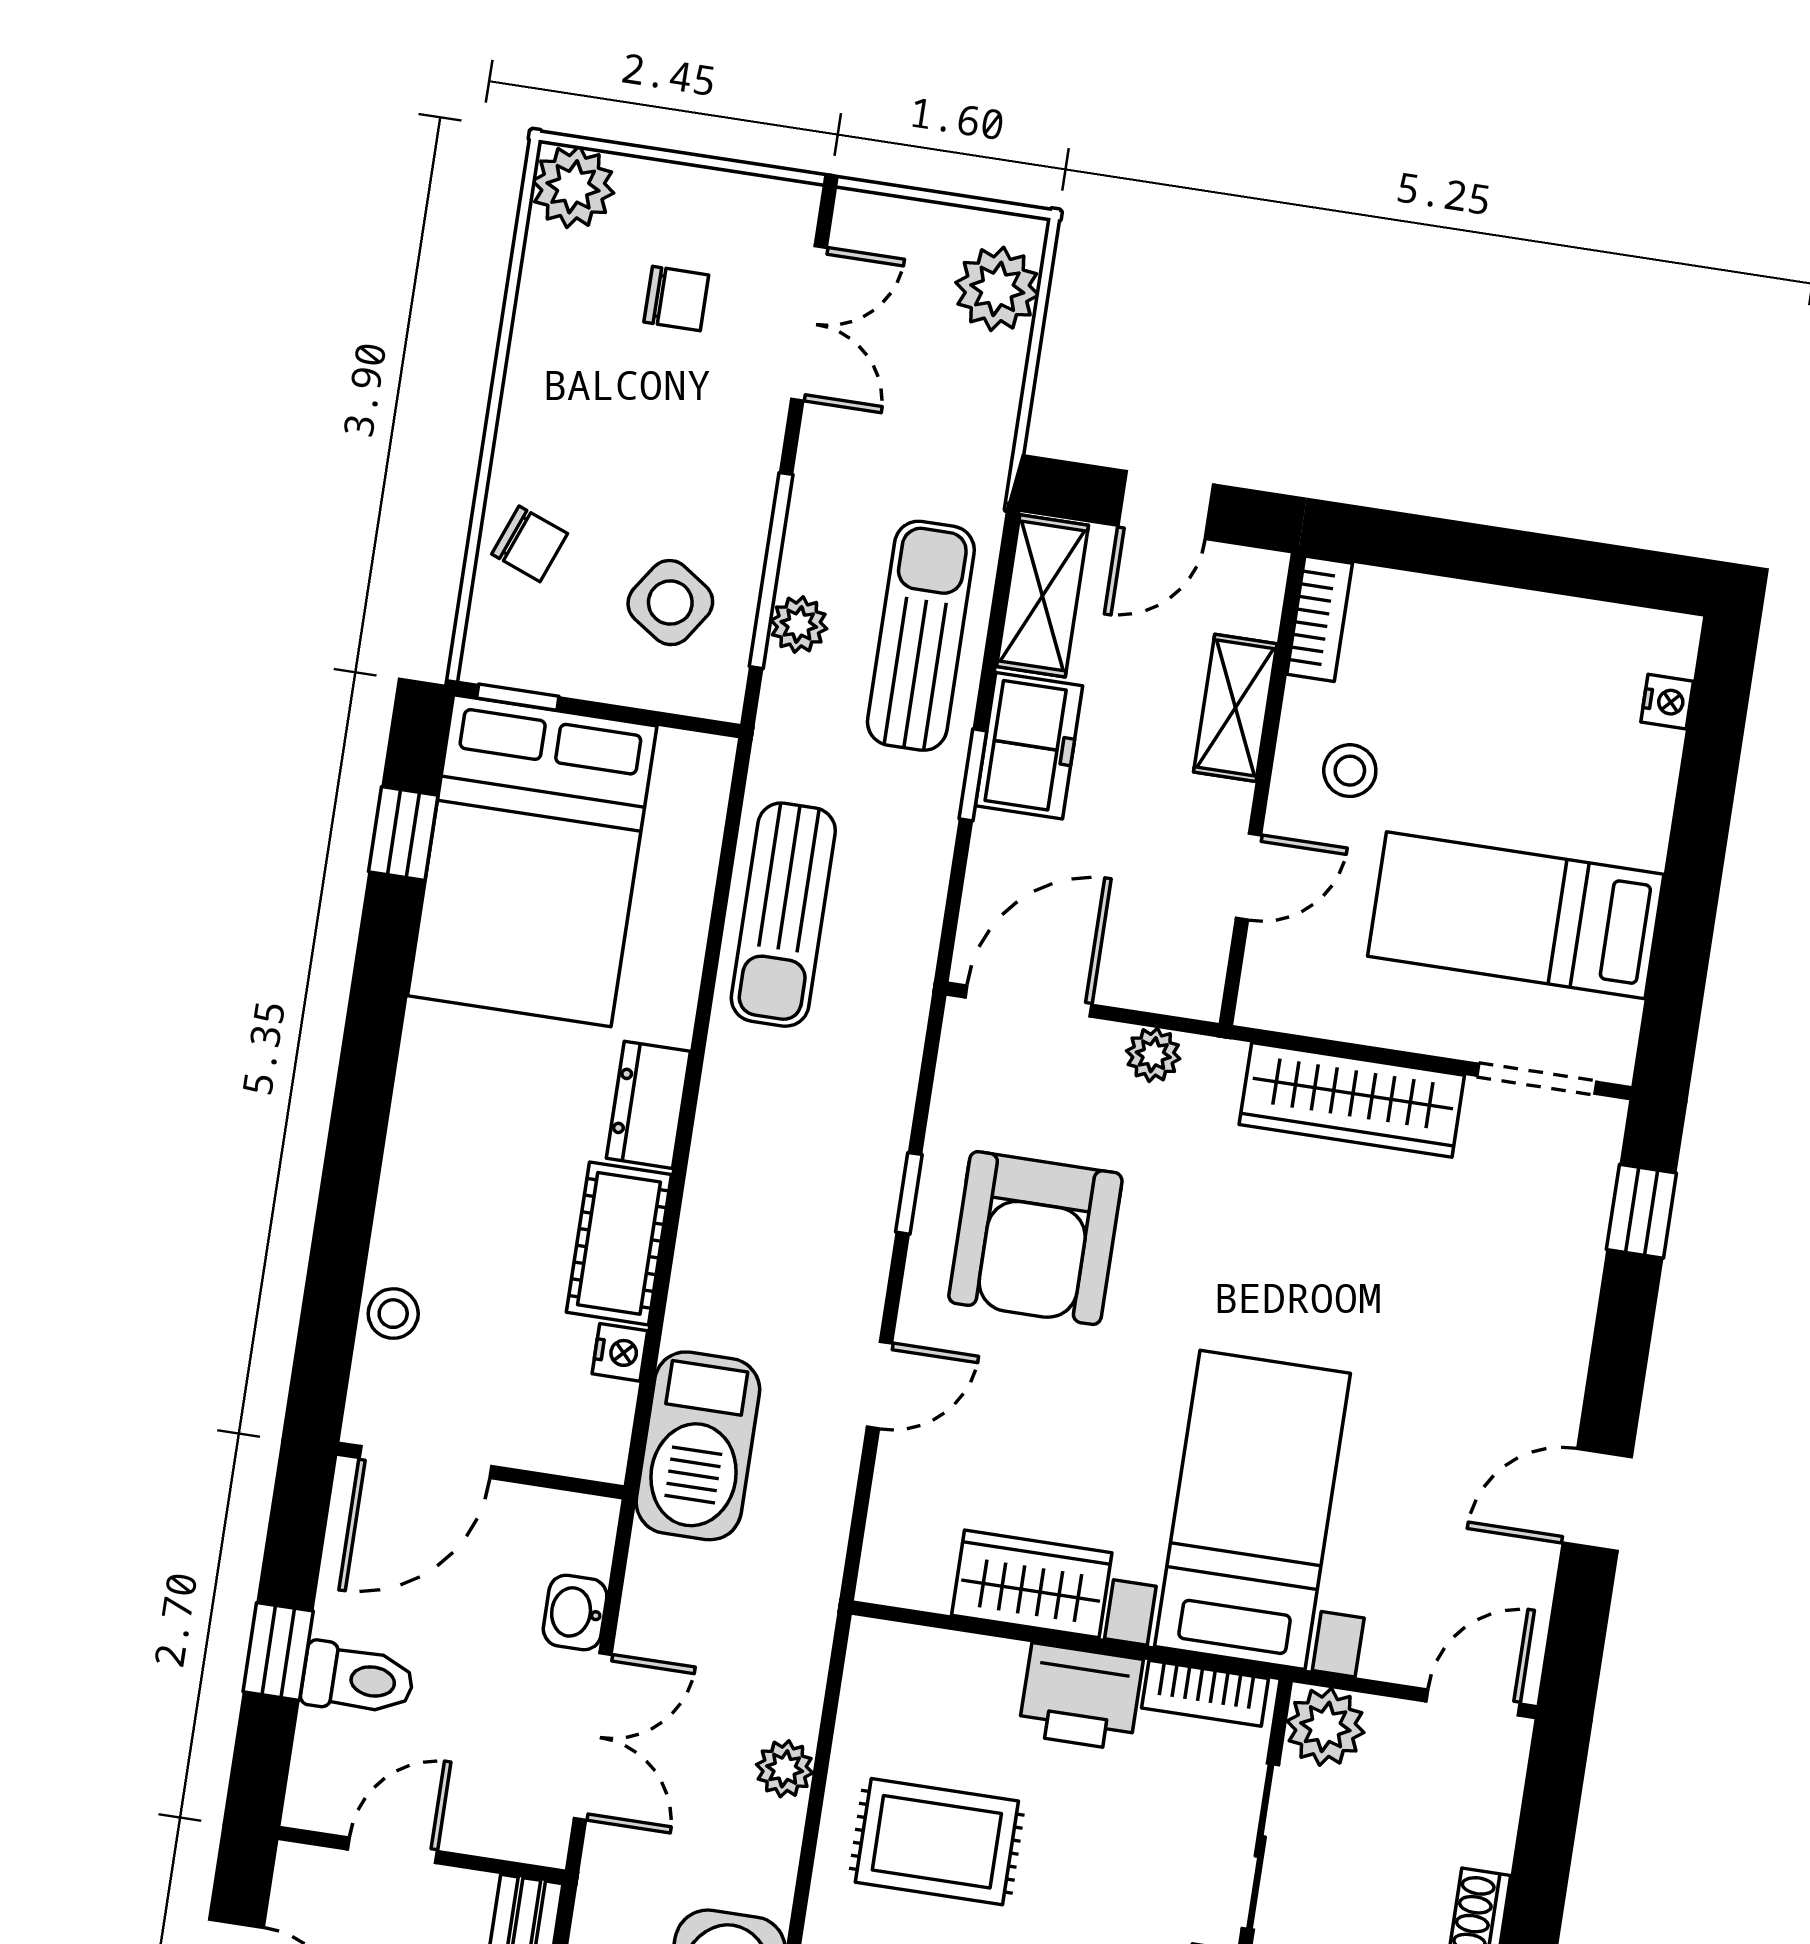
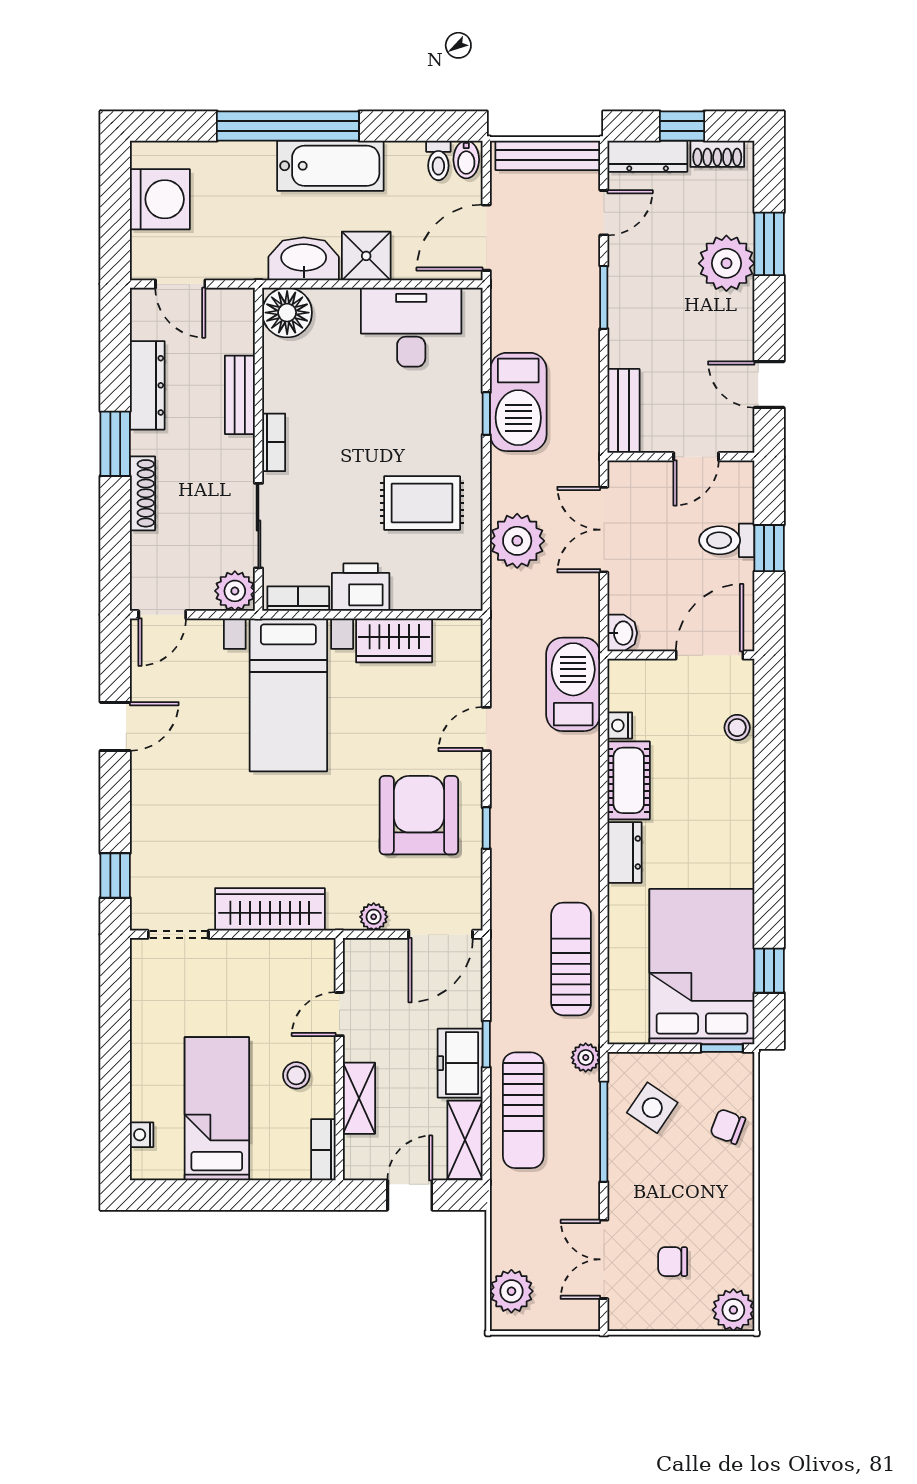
plant: (799, 624) -> (586, 1058), moved
bed: (1516, 915) -> (217, 1109), moved, turned -90
washbasin: (575, 1612) -> (622, 633), moved
plant: (785, 1769) -> (517, 541), width x1.88, depth x1.88

